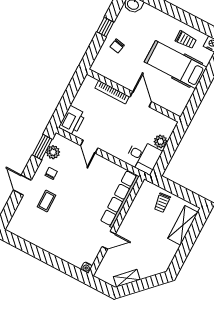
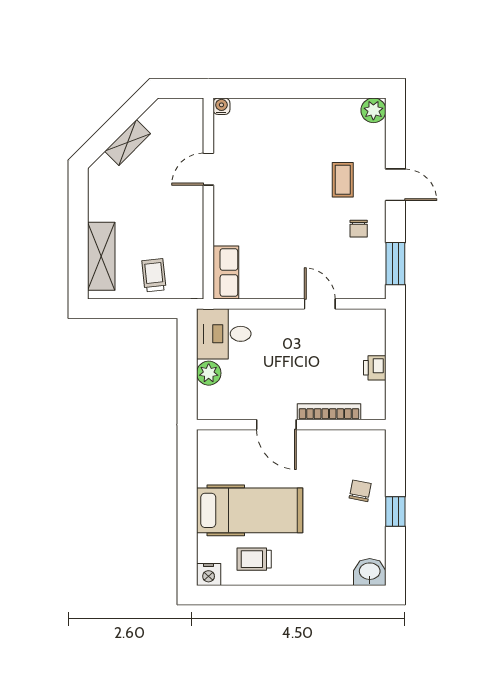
printer: (72, 120) -> (375, 368), moved, width x0.53, depth x0.68
plant: (53, 152) -> (373, 110), moved
row of seats: (120, 199) -> (226, 273), width x0.50
shelving: (127, 278) -> (128, 142), moved

